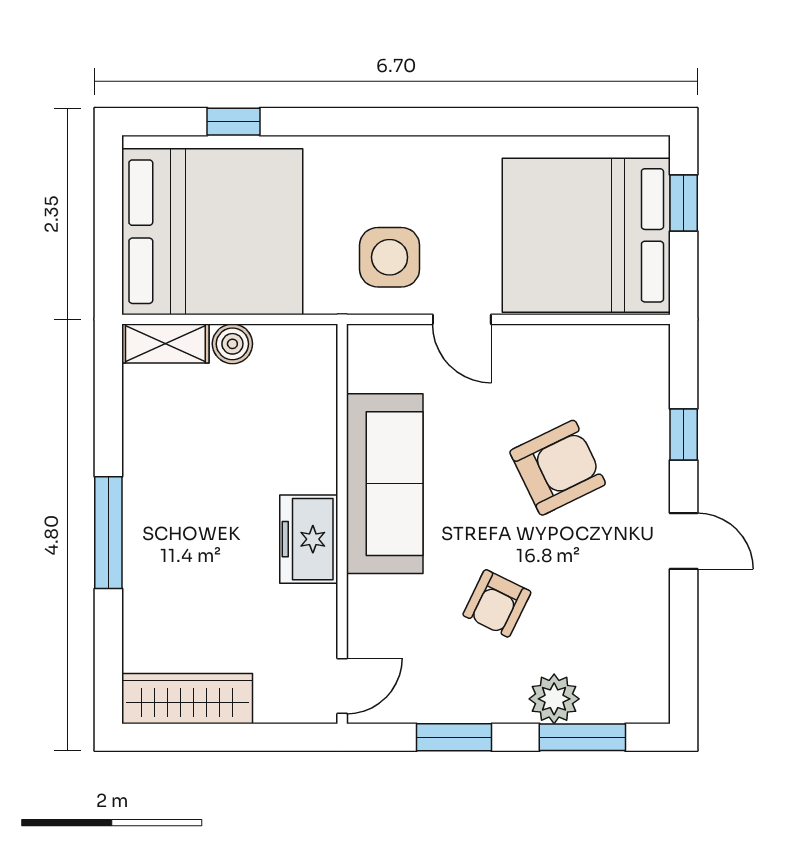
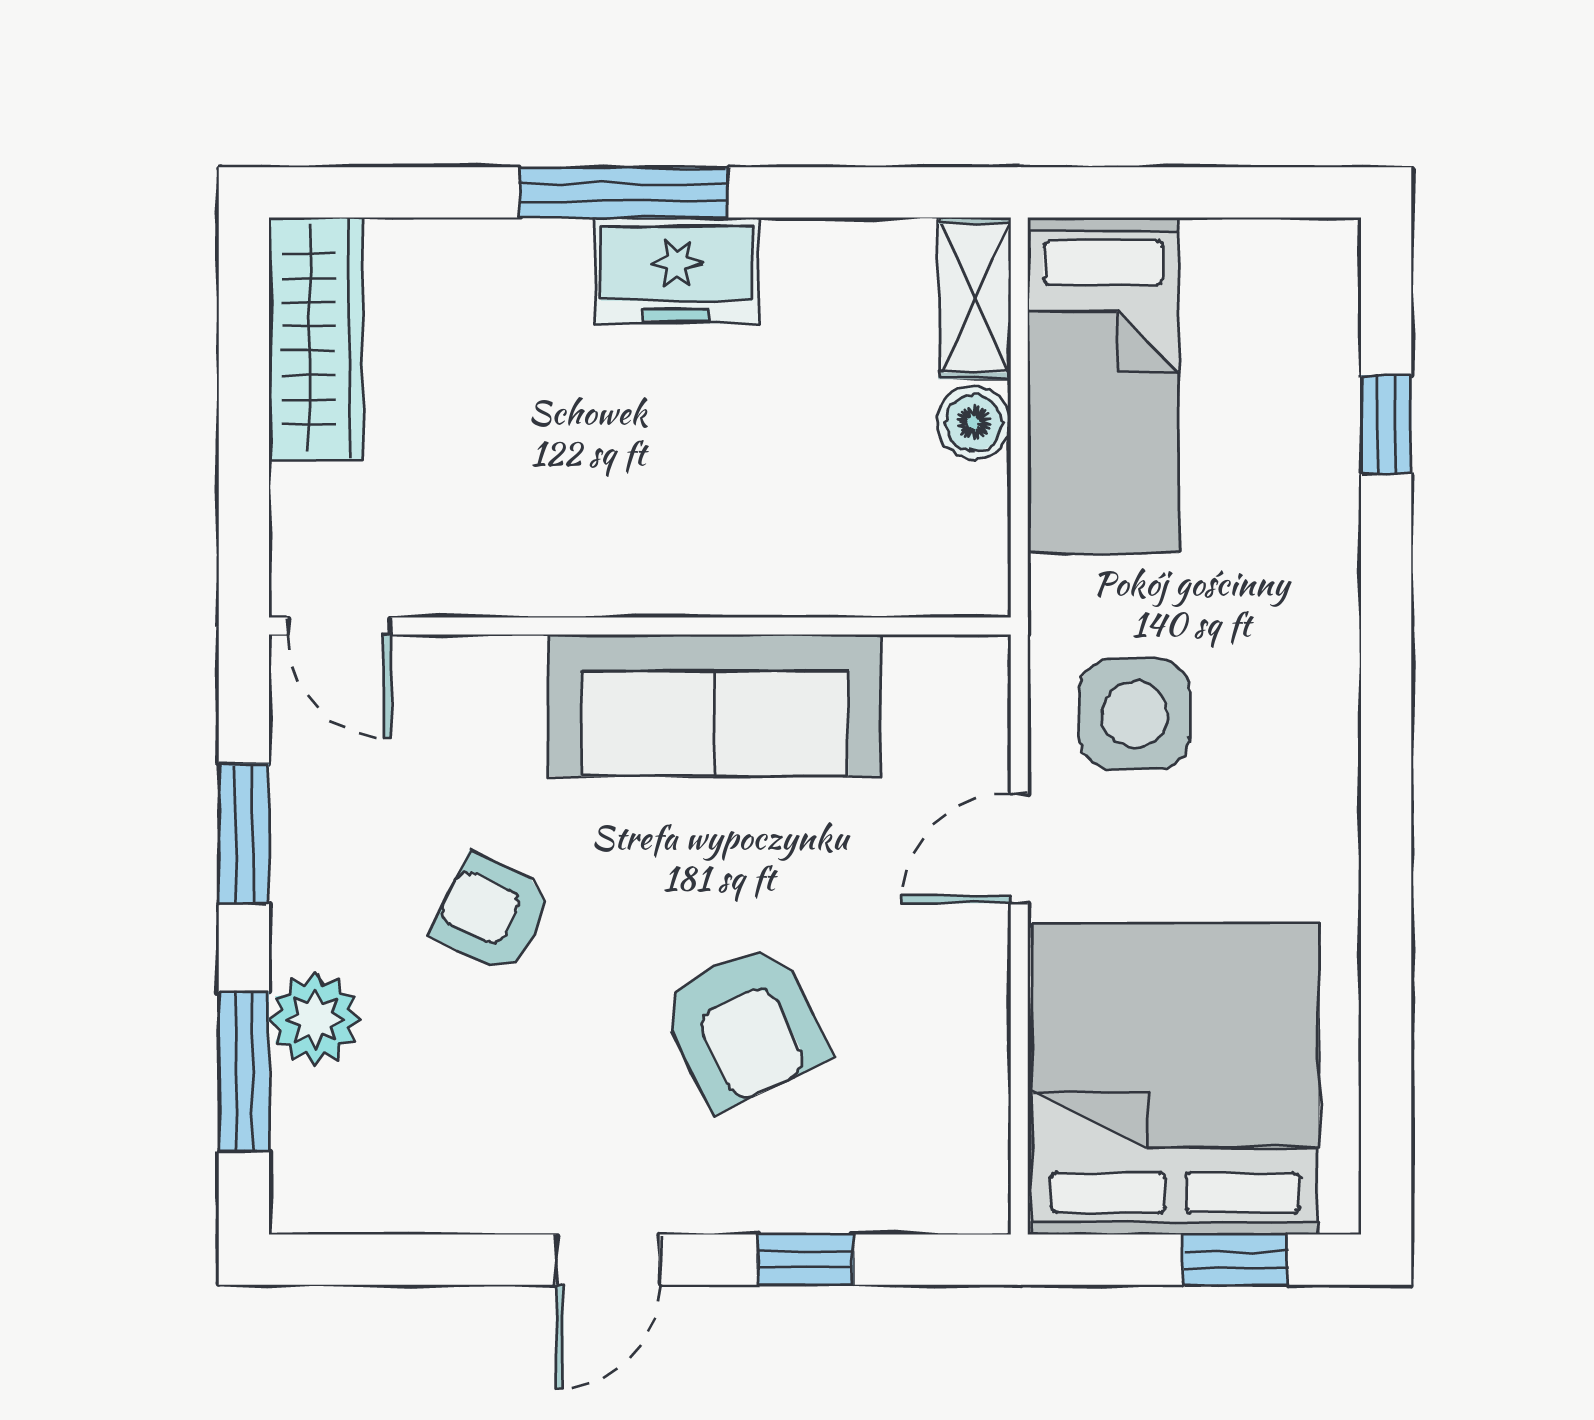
bed: (212, 232) -> (1103, 385), width x0.49
freezer: (309, 539) -> (677, 271), moved, turned 180

